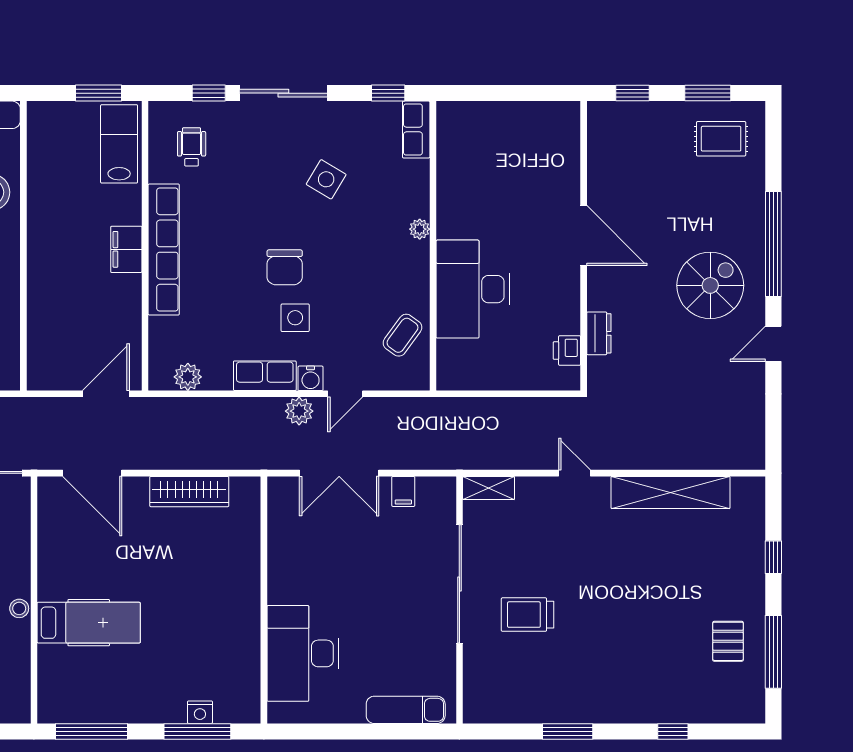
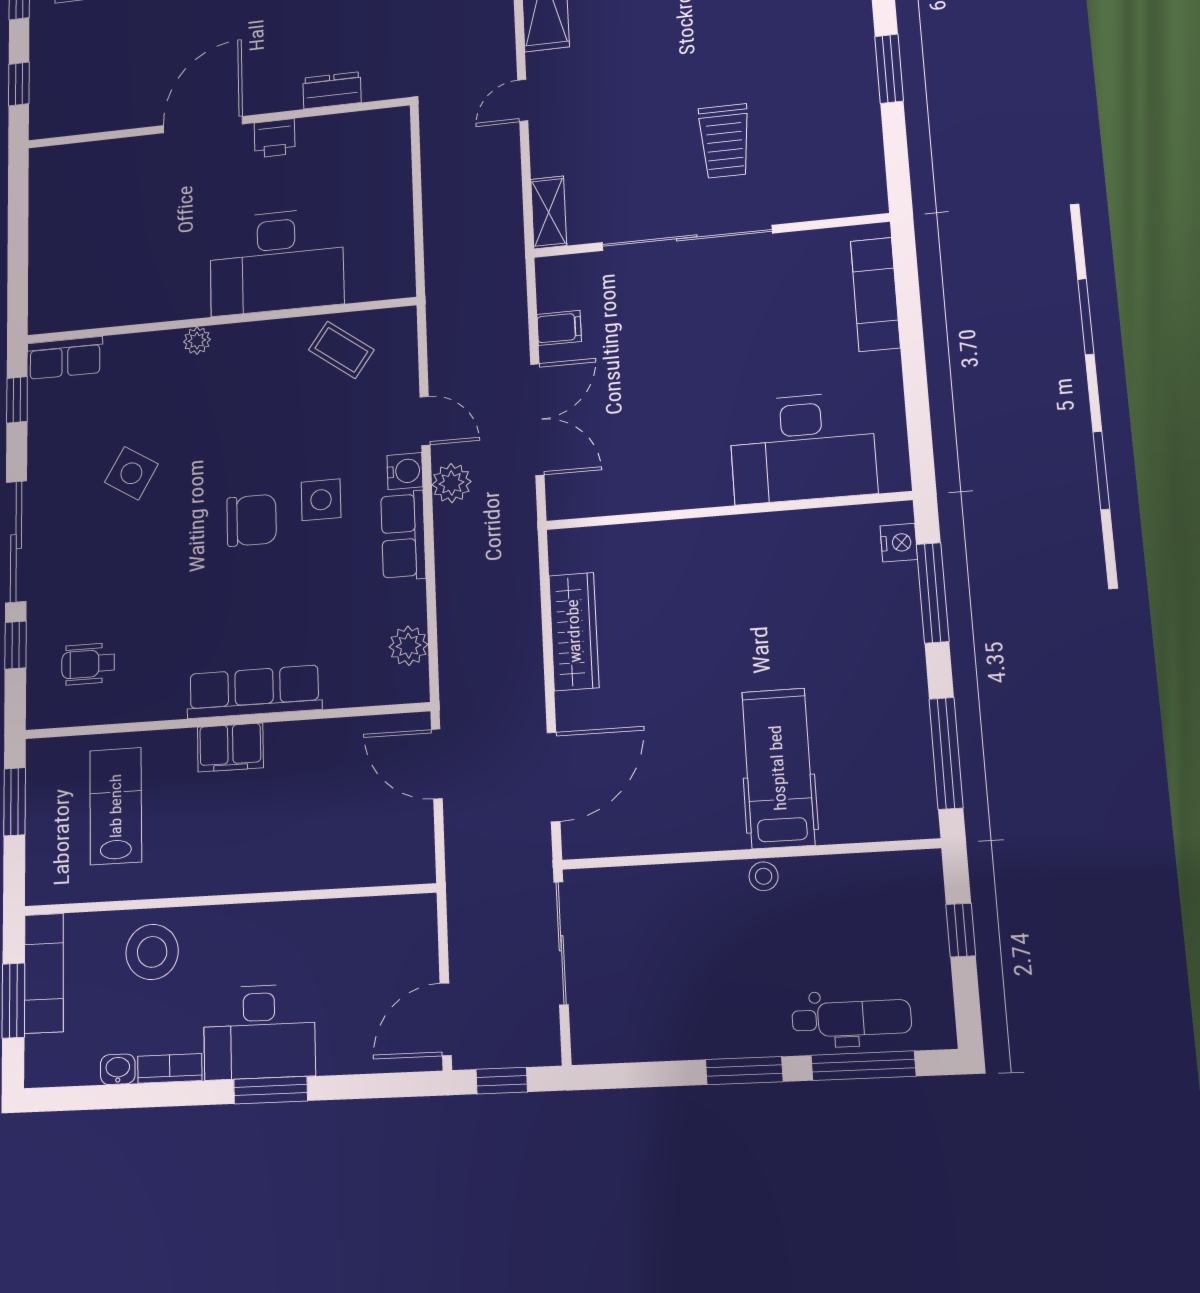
lab bench: (119, 144) -> (116, 806), moved, turned 90
row of seats: (164, 249) -> (254, 692), width x0.73
printer: (567, 351) -> (275, 138), moved
nightstand: (200, 712) -> (899, 543), moved

